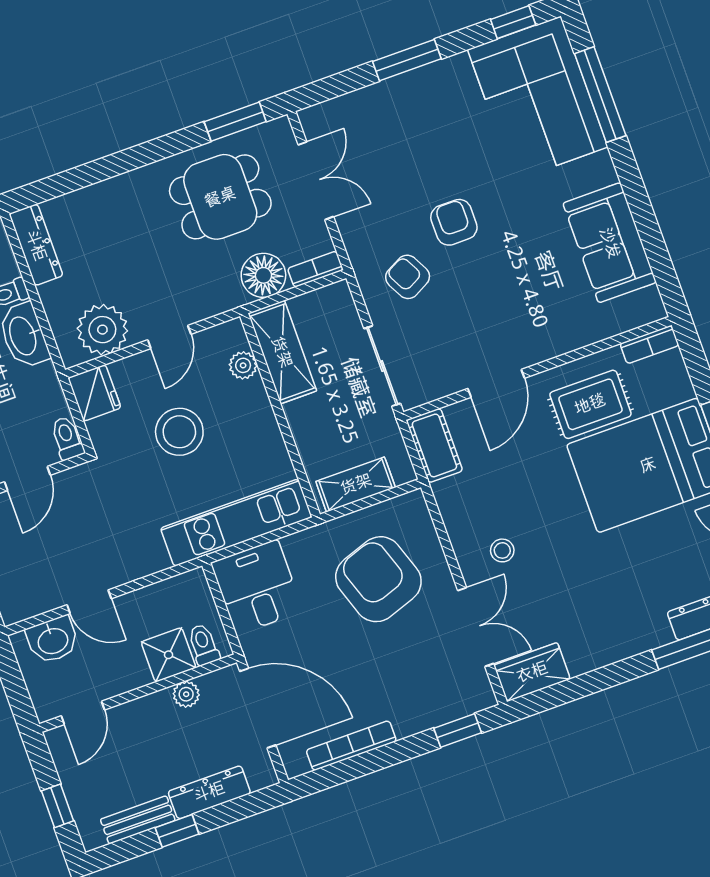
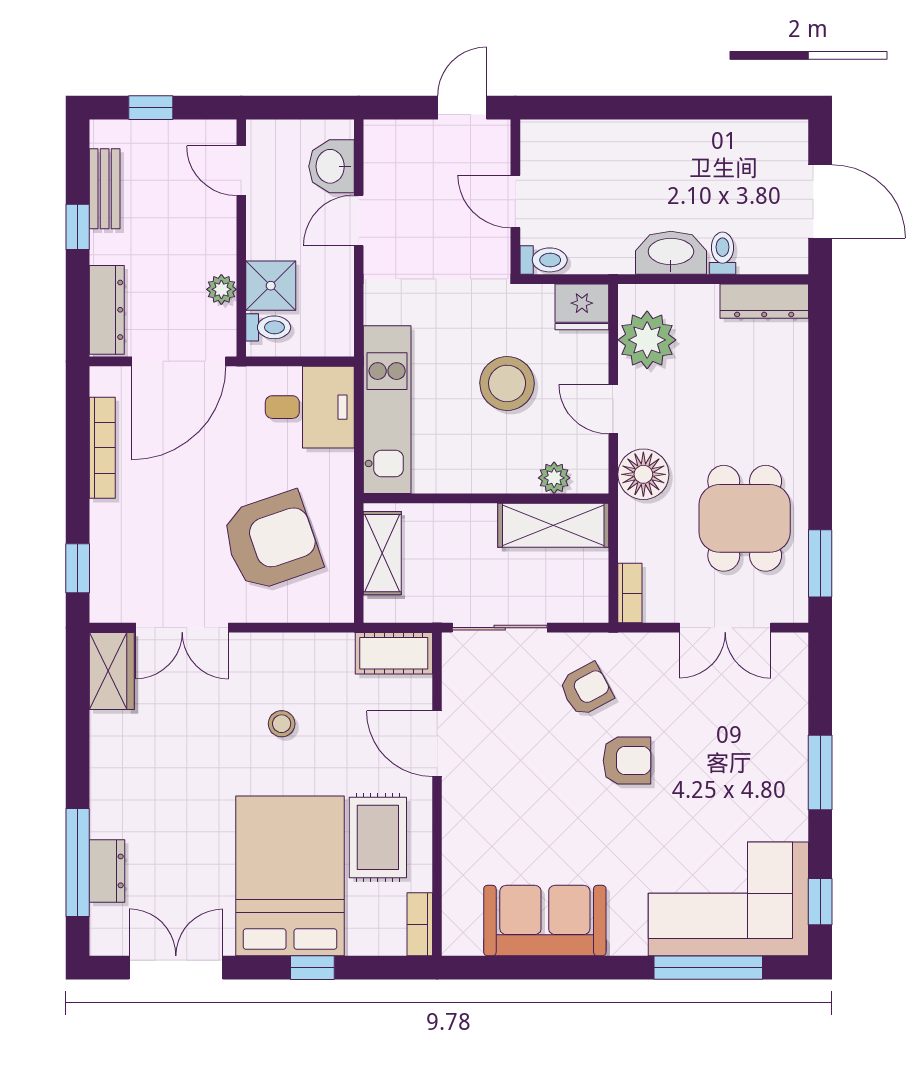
floor lamp: (263, 275) -> (643, 474), moved
stool: (502, 550) -> (282, 724), moved
dresser: (209, 792) -> (107, 310), moved

